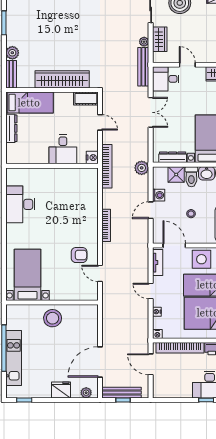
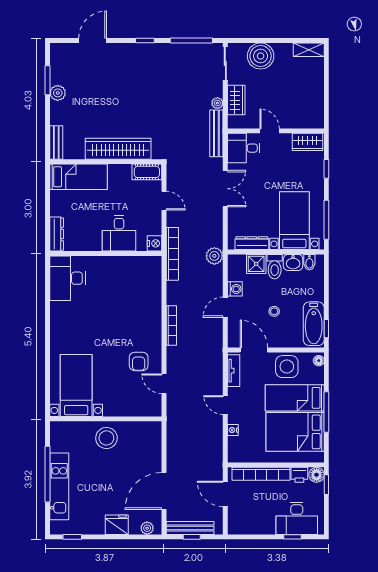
plant: (12, 53) -> (58, 93), moved
dresser: (11, 128) -> (57, 234), moved
desk: (20, 204) -> (67, 278), moved
armchair: (79, 255) -> (139, 361), turned 90
nightstand: (157, 334) -> (233, 457), removed

